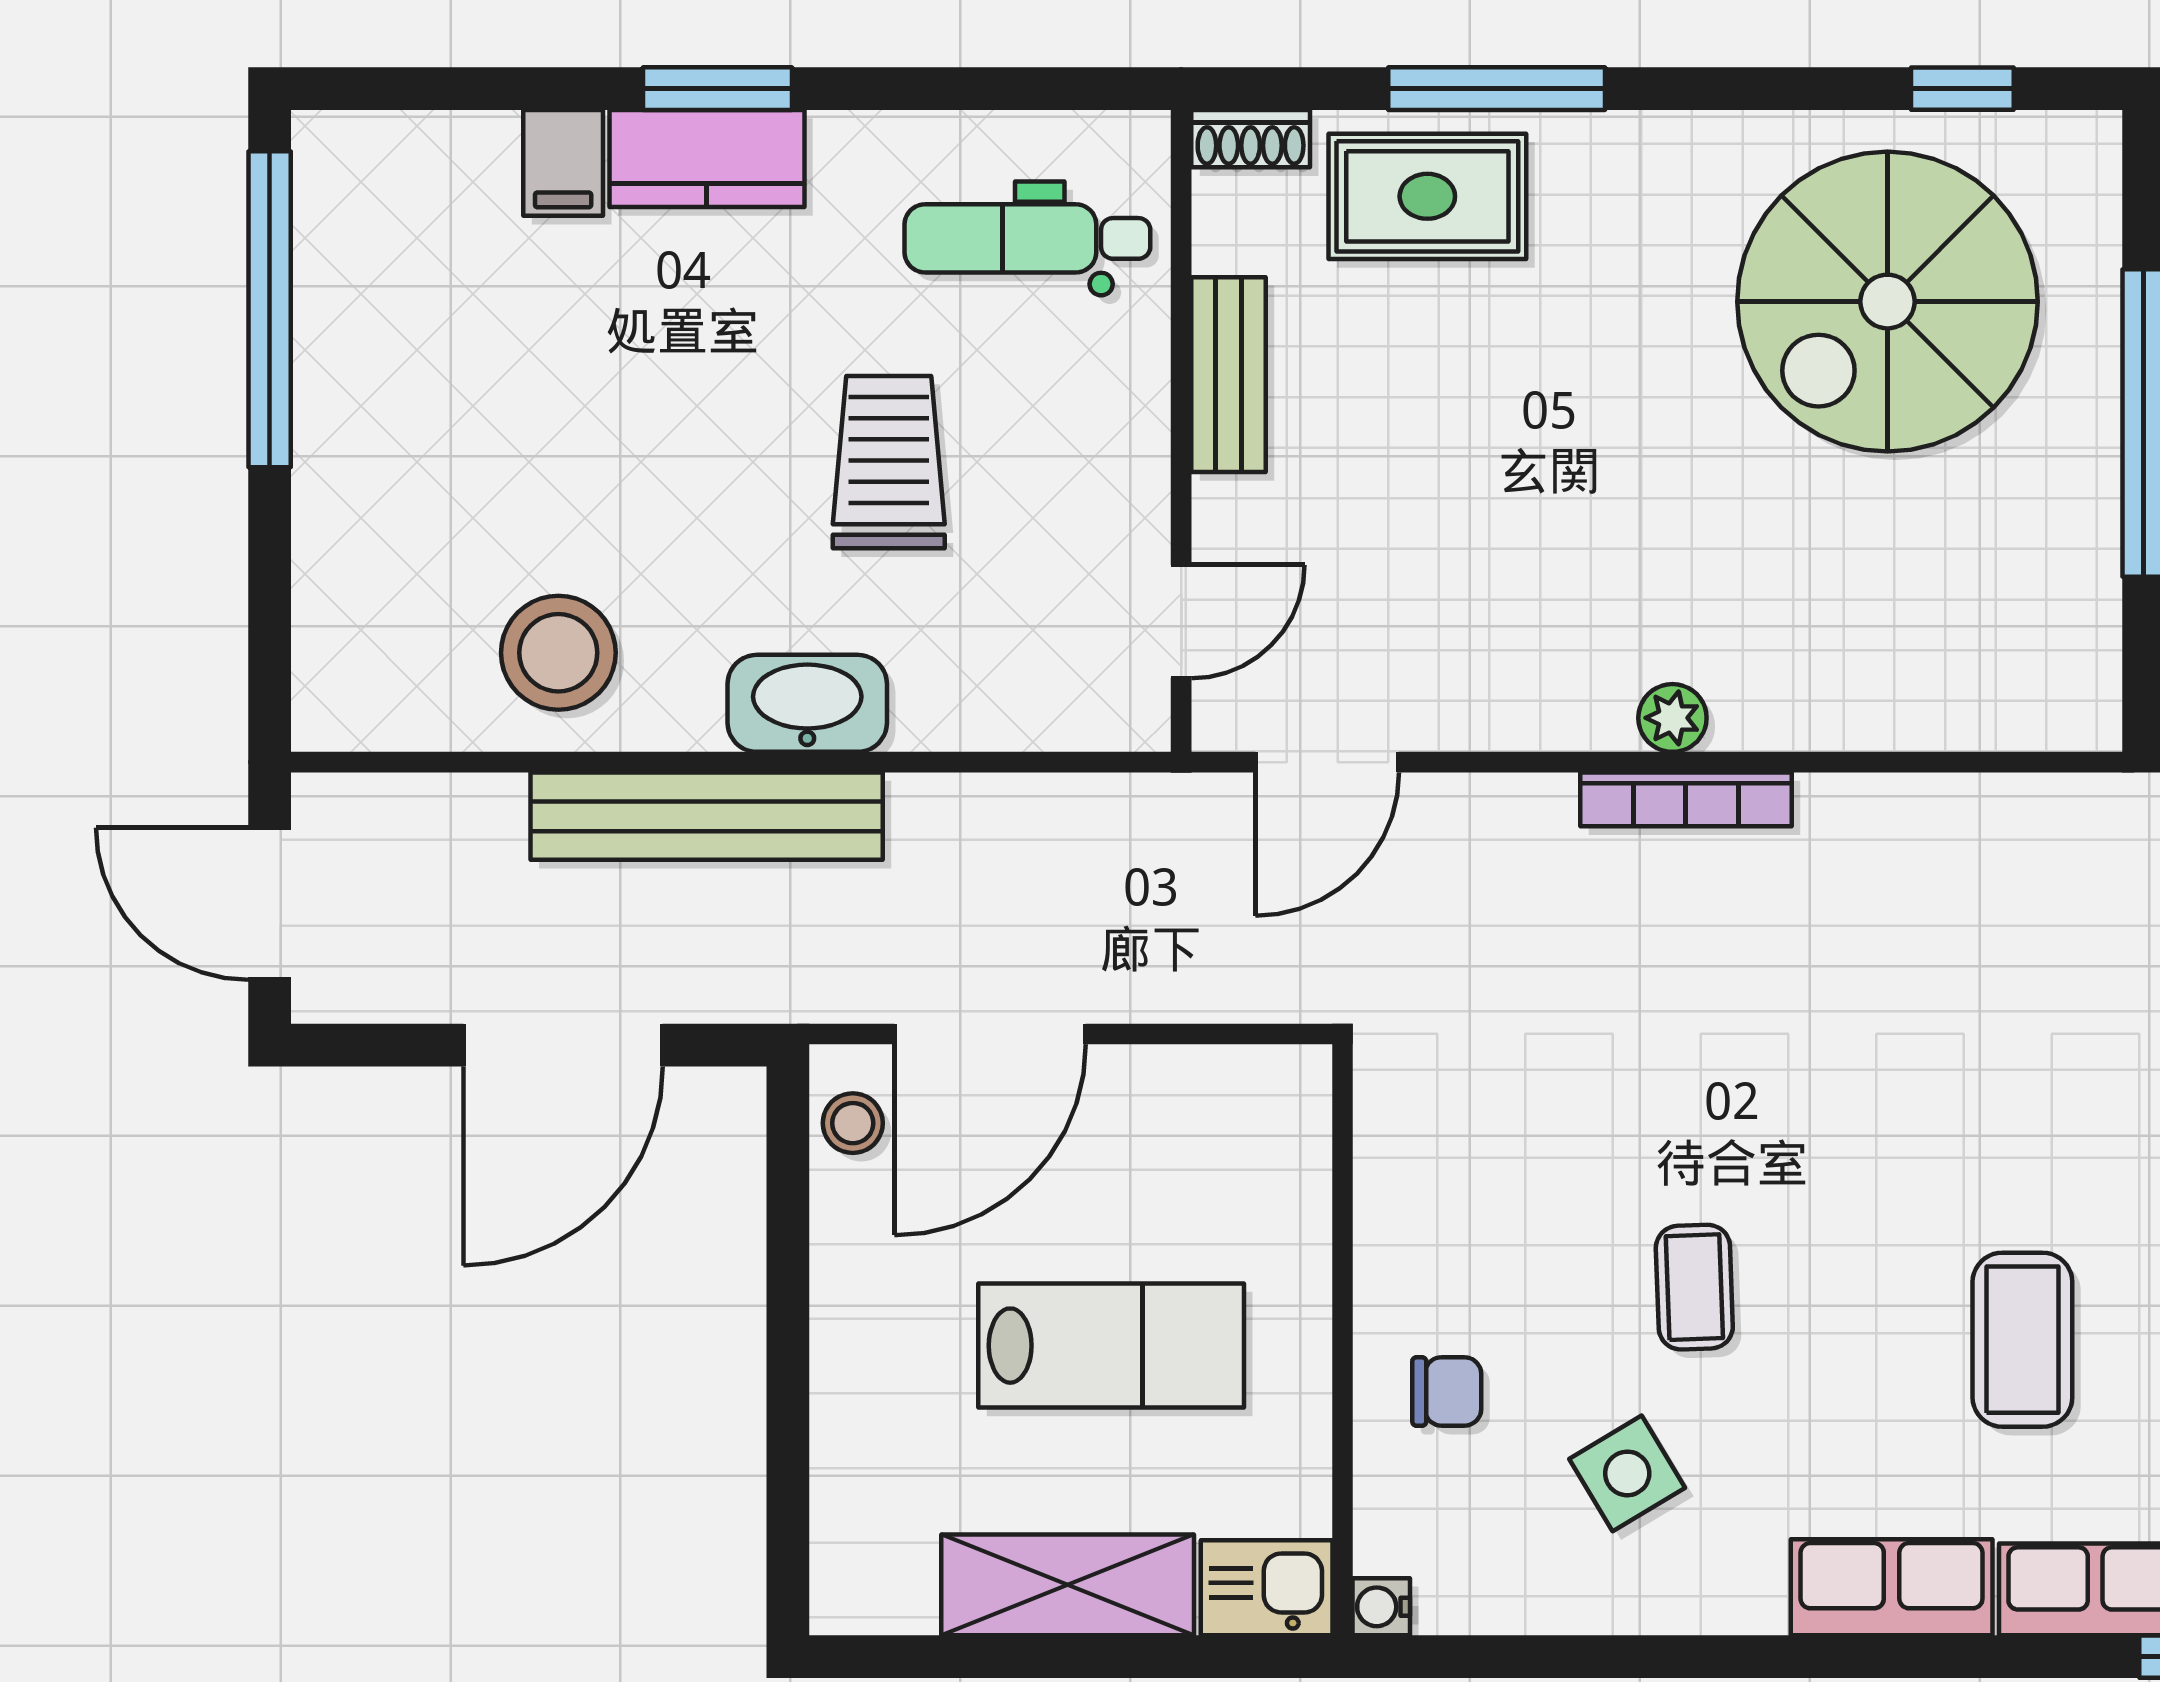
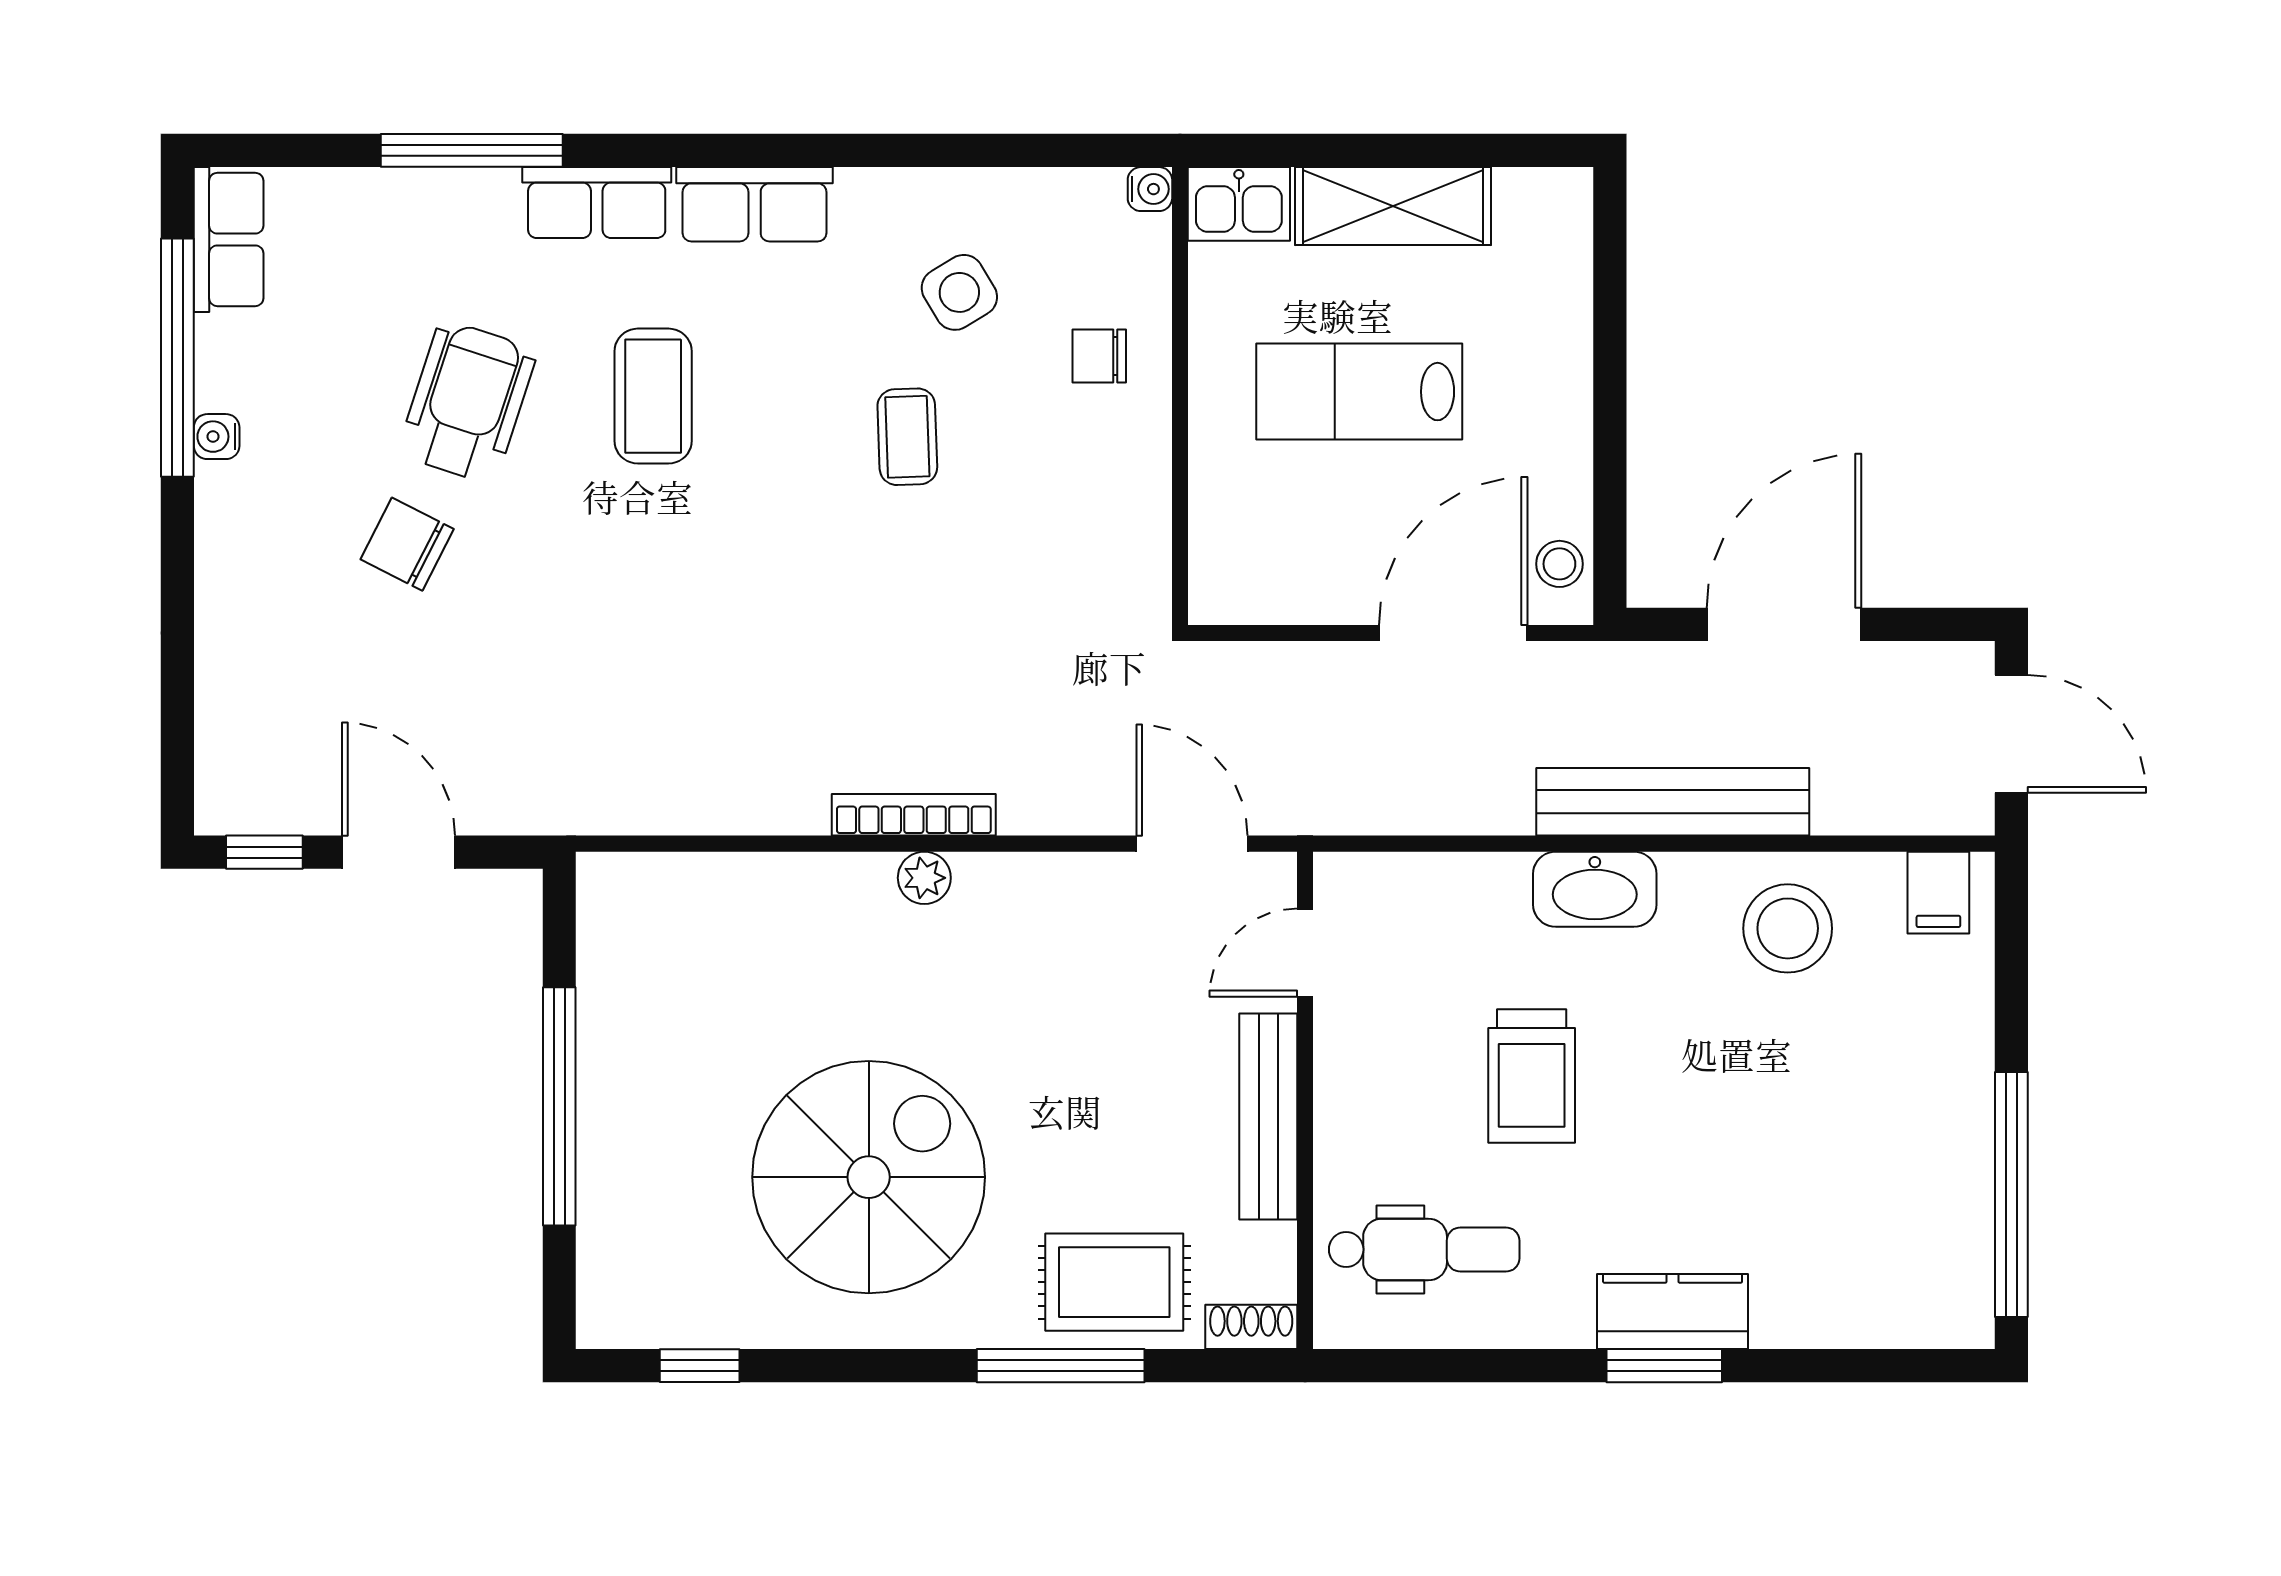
filing cabinet: (563, 163) -> (1938, 893), moved, turned 180
spiral stairs: (1888, 302) -> (869, 1177), moved
bench: (1229, 375) -> (1268, 1117), width x1.36
door: (1327, 762) -> (1192, 844), hinge flipped

